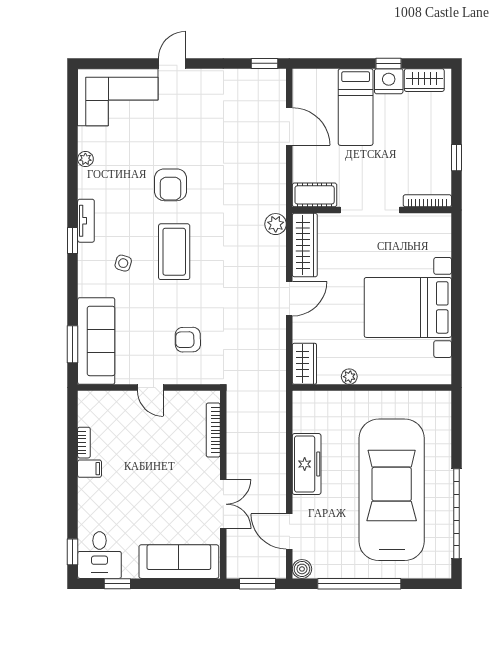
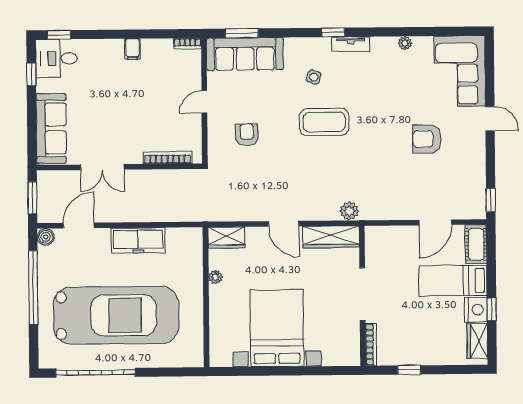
armchair: (170, 185) -> (427, 139), moved
cot: (315, 195) -> (476, 244), moved
bookcase: (84, 443) -> (187, 44), moved

